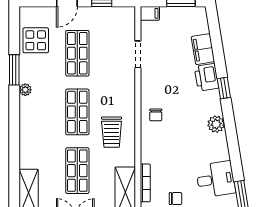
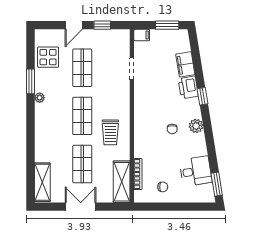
chair: (156, 115) -> (172, 129), moved

